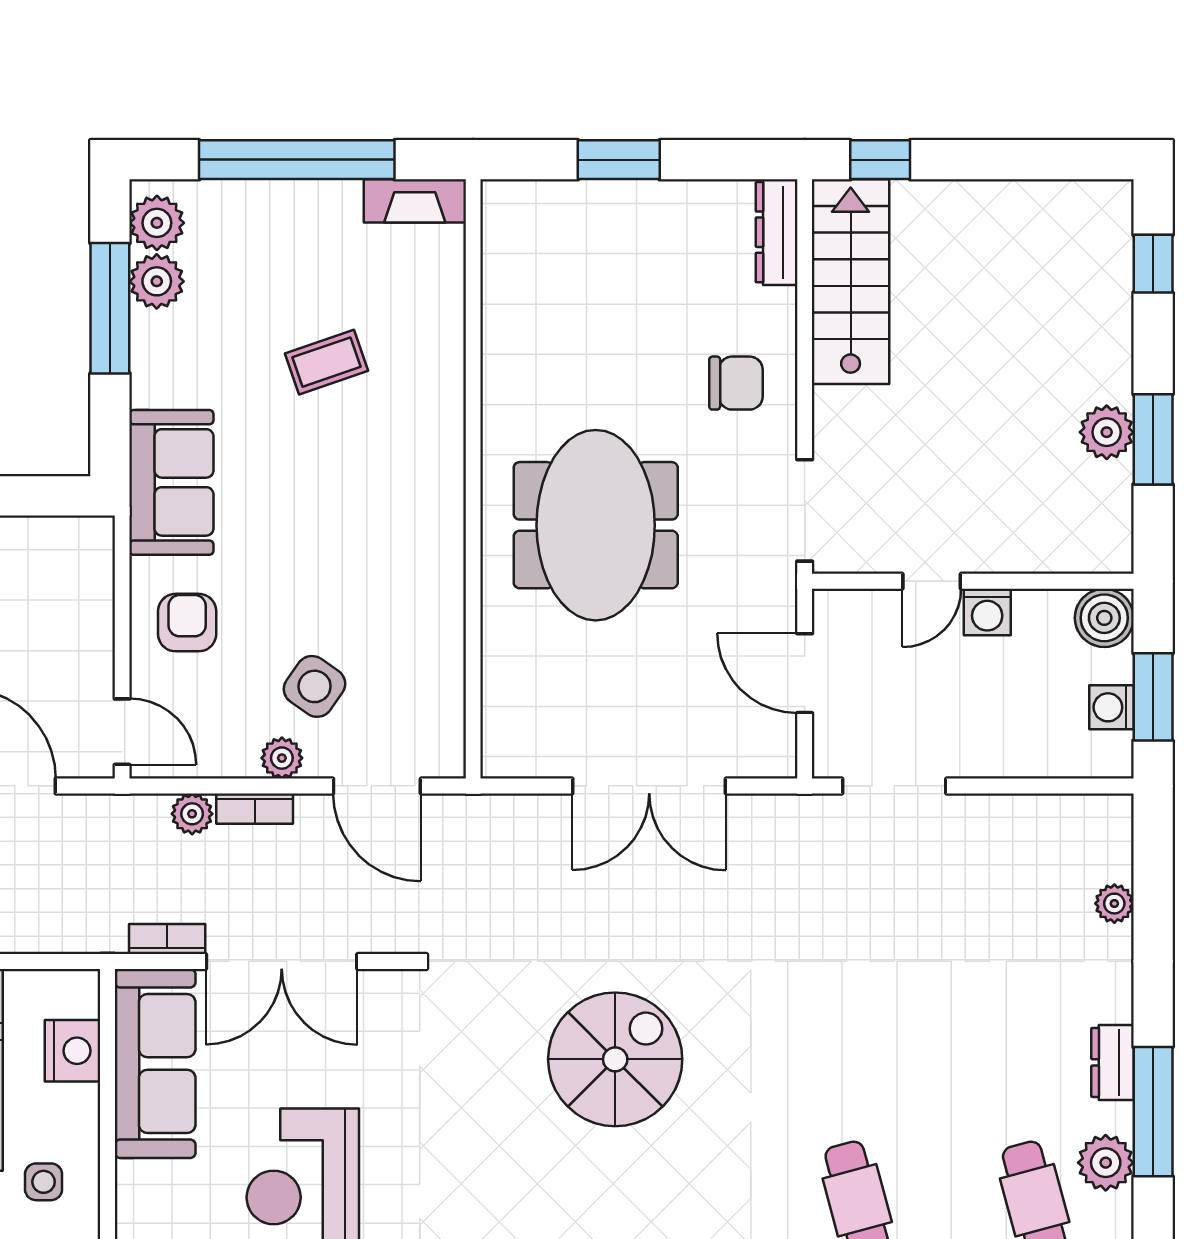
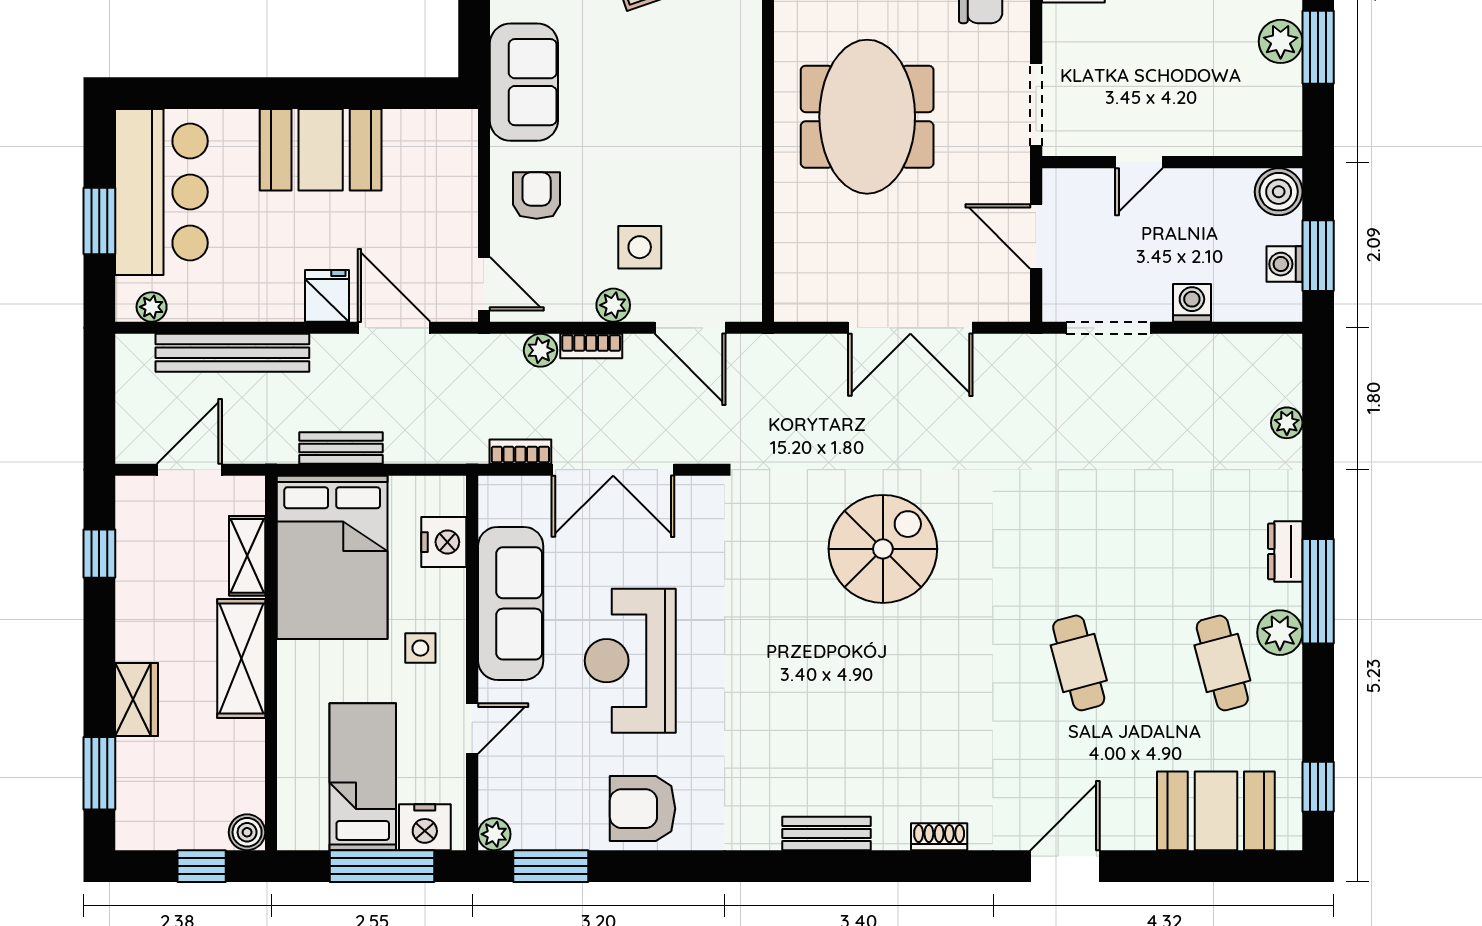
washing machine: (987, 612) -> (1192, 303), moved, turned 180
side table: (315, 686) -> (640, 247), turned -35
sofa: (155, 1063) -> (511, 603), moved

